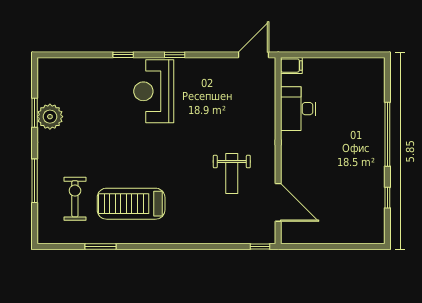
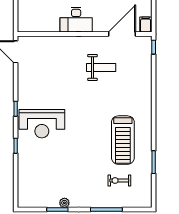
filing cabinet: (291, 66) -> (146, 24), moved
desk: (298, 109) -> (76, 20), moved
plant: (50, 117) -> (64, 203), width x0.53, depth x0.53
exercise bike: (75, 199) -> (119, 180), width x0.73, depth x0.72

